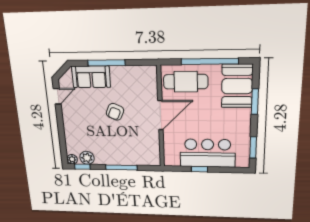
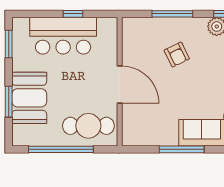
booth: (237, 86) -> (29, 98), moved
armchair: (115, 112) -> (177, 55), moved, turned 131
door: (160, 115) -> (120, 85), swing flipped

